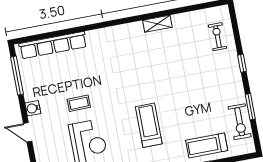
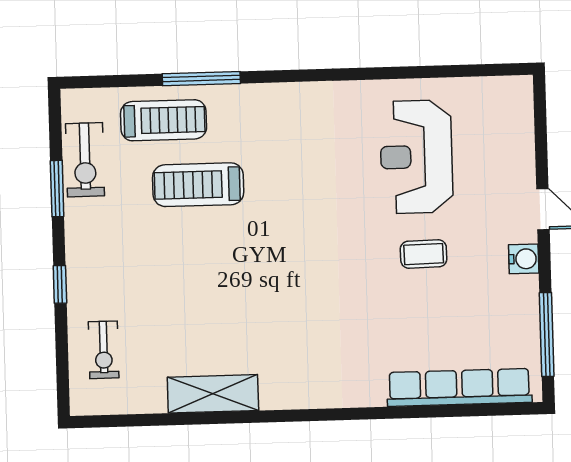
shelving: (157, 24) -> (213, 394), width x1.50, depth x1.33
exercise bike: (240, 122) -> (85, 160), turned 180
treadmill: (149, 125) -> (198, 185), moved, turned 90

